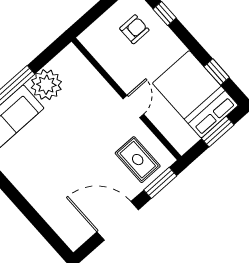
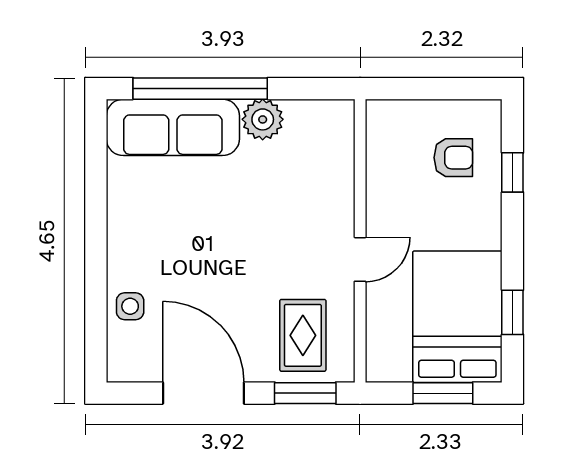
plant: (46, 85) -> (263, 119), width x0.73, depth x0.73
side table: (55, 212) -> (130, 306), added

